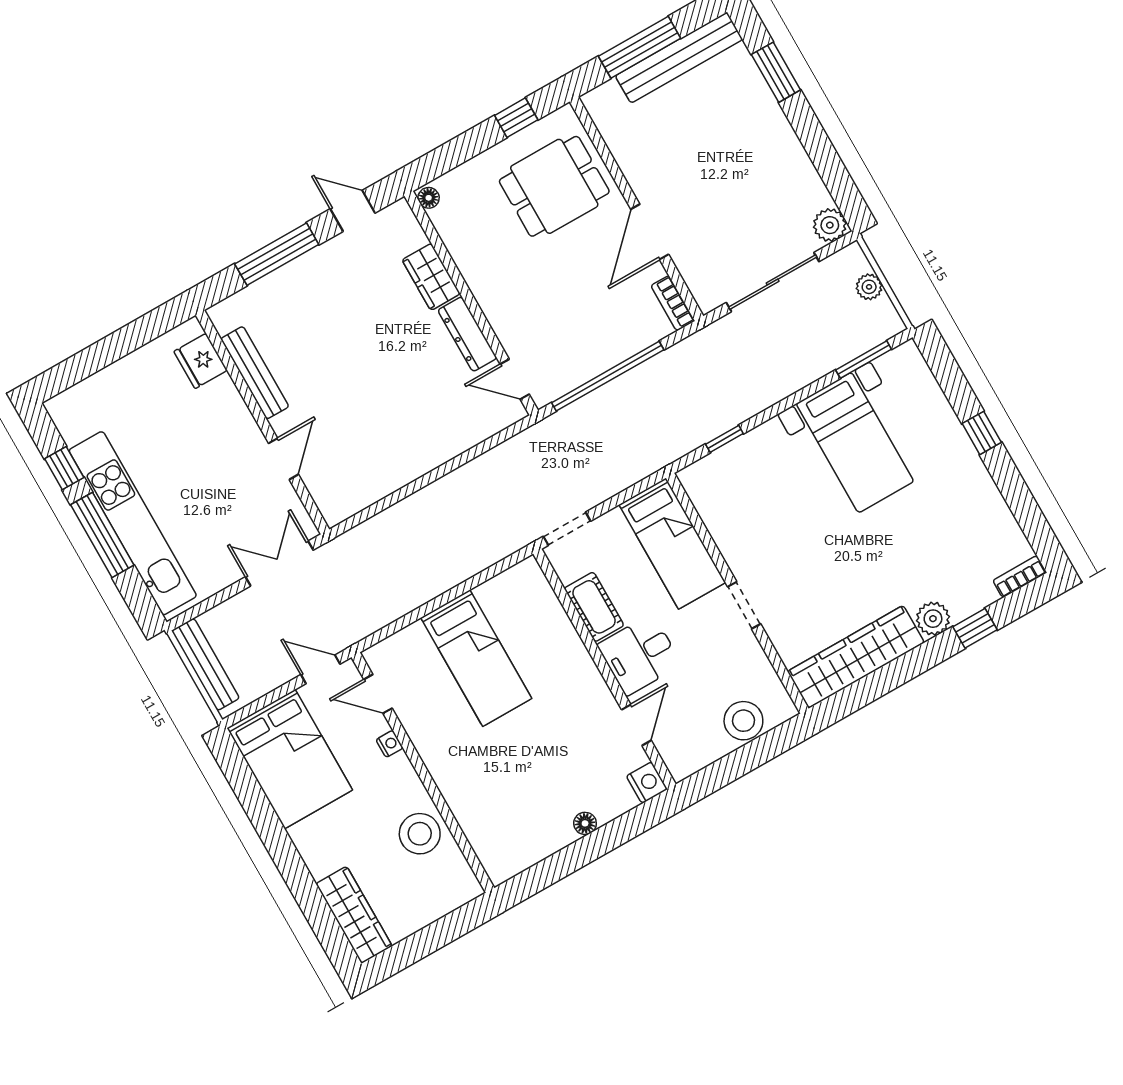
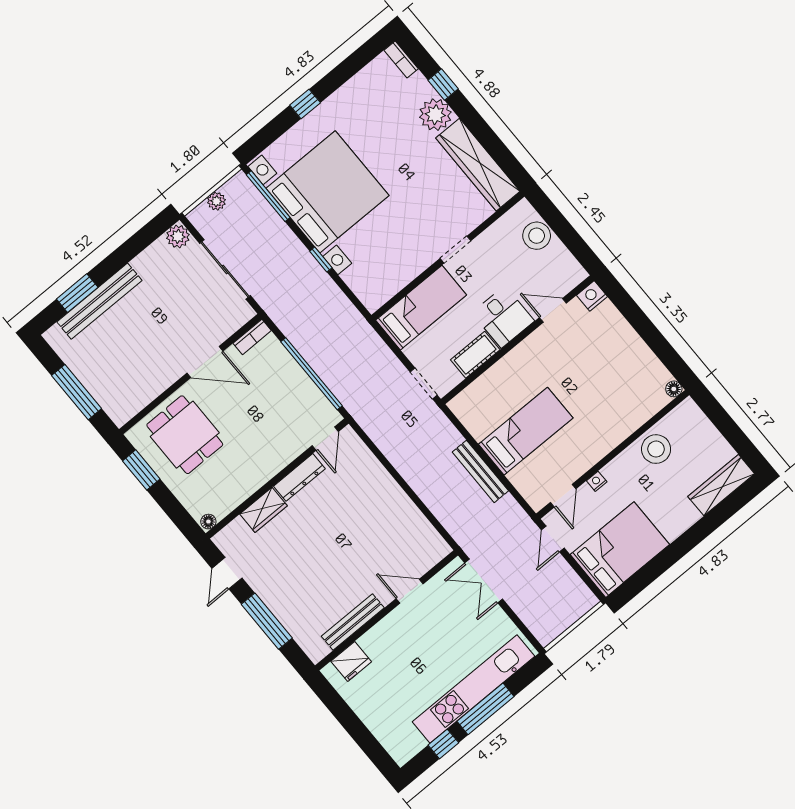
bench: (679, 58) -> (99, 301), moved, turned 90
window: (516, 118) -> (141, 470), width x1.50
window: (864, 360) -> (268, 196), width x1.44
window: (724, 439) -> (321, 260), moved
bed with nightstands: (855, 443) -> (328, 192), width x1.85
plant: (933, 619) -> (435, 115), width x1.36, depth x1.36
bench: (205, 664) -> (480, 471), moved, turned 90
floor lamp: (585, 823) -> (674, 389), moved

